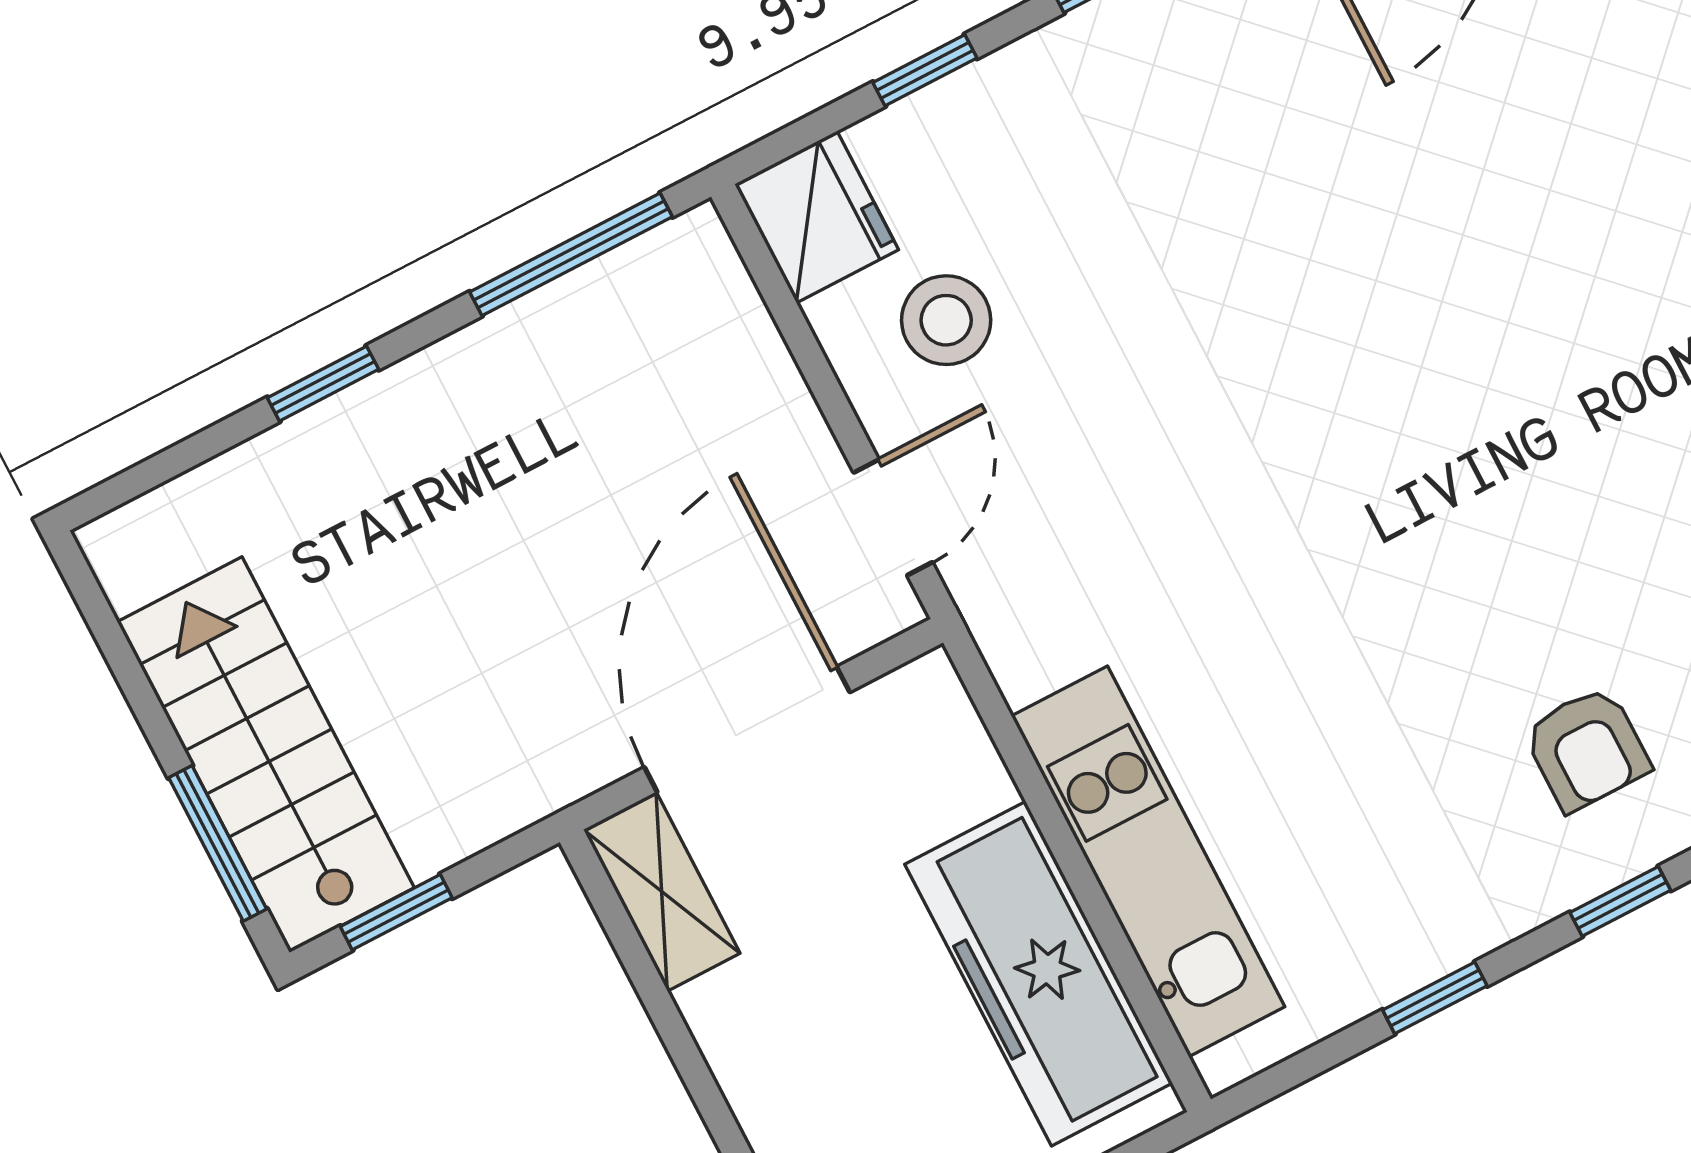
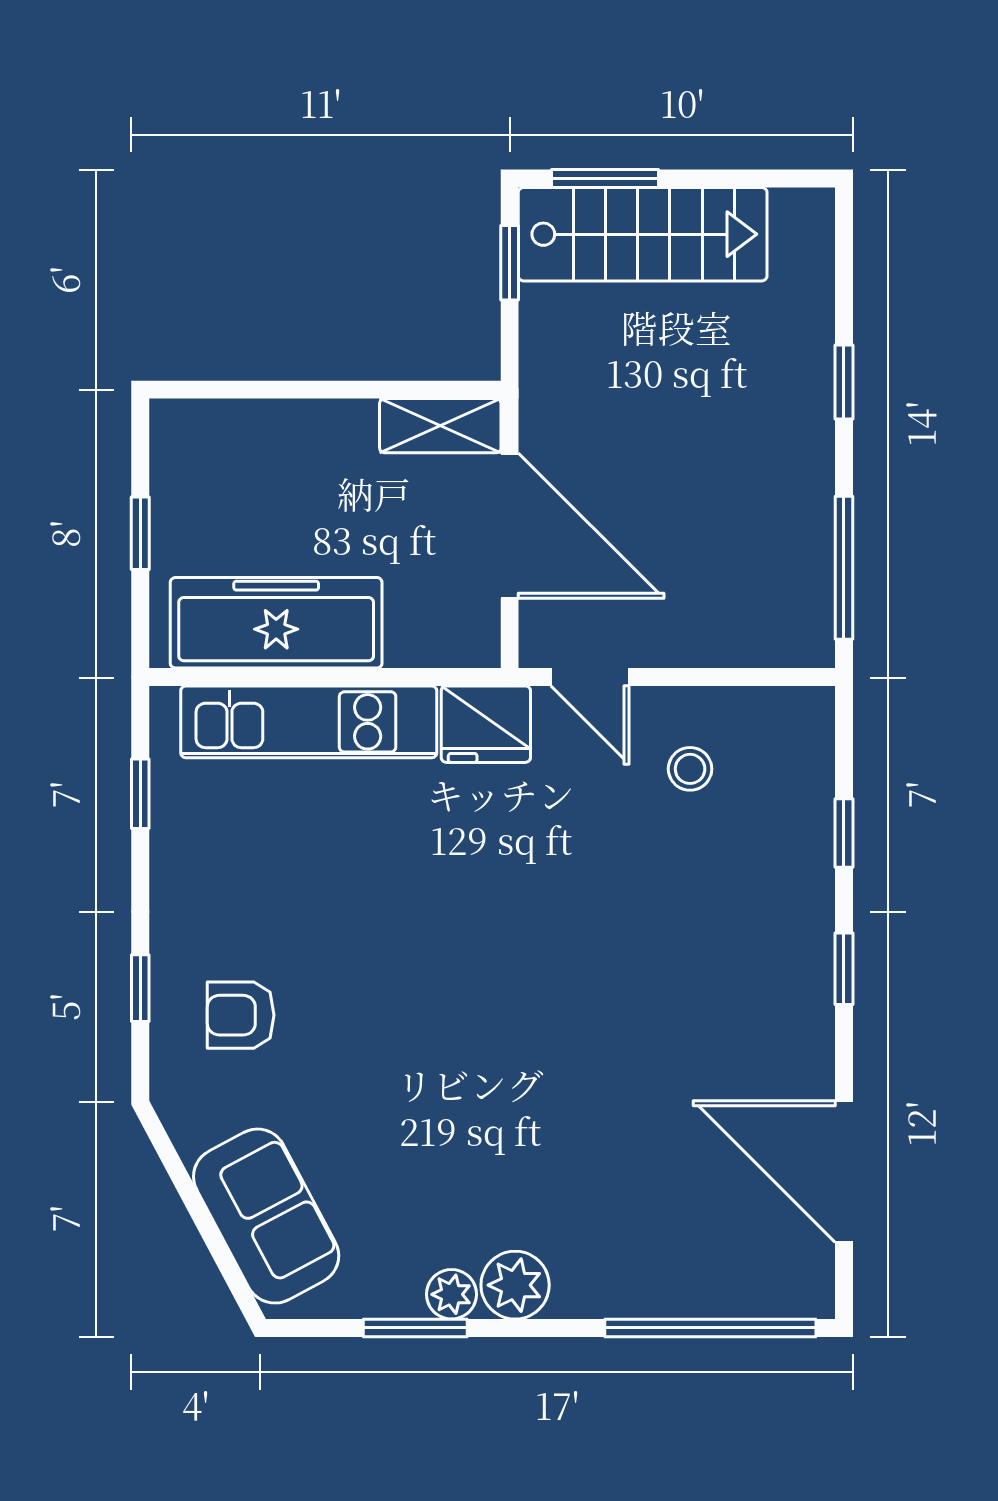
fridge: (817, 217) -> (486, 724), moved
stool: (946, 320) -> (690, 769), width x0.73, depth x0.73
window: (1435, 998) -> (140, 794), moved

